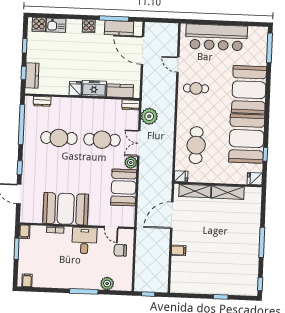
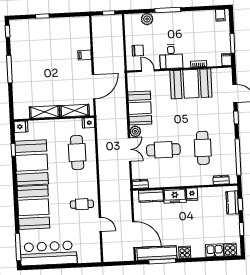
kitchen counter: (119, 28) -> (157, 253), width x1.50
bar counter: (216, 37) -> (49, 253), moved
plant: (149, 116) -> (122, 175), removed
cafe table: (59, 138) -> (203, 148), turned 90

